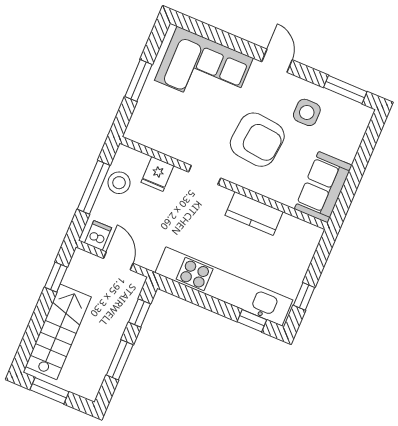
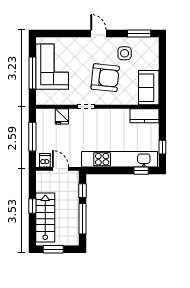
corner sofa: (204, 69) -> (52, 67), moved, turned -90
window: (138, 81) -> (32, 73), width x1.44
stool: (119, 183) -> (44, 129), removed
kitchen counter: (254, 213) -> (144, 116), moved
window: (56, 277) -> (32, 206), moved
window: (120, 360) -> (82, 219), width x1.44

